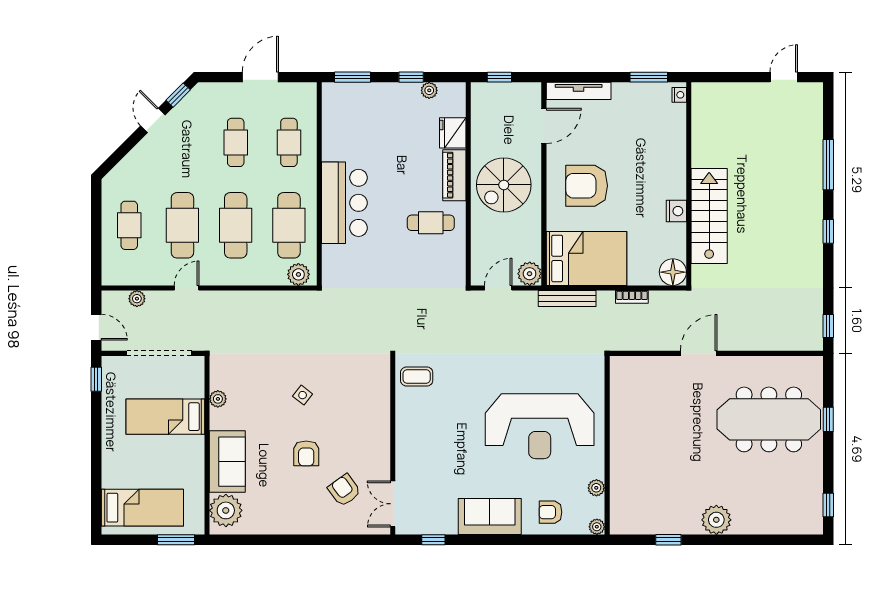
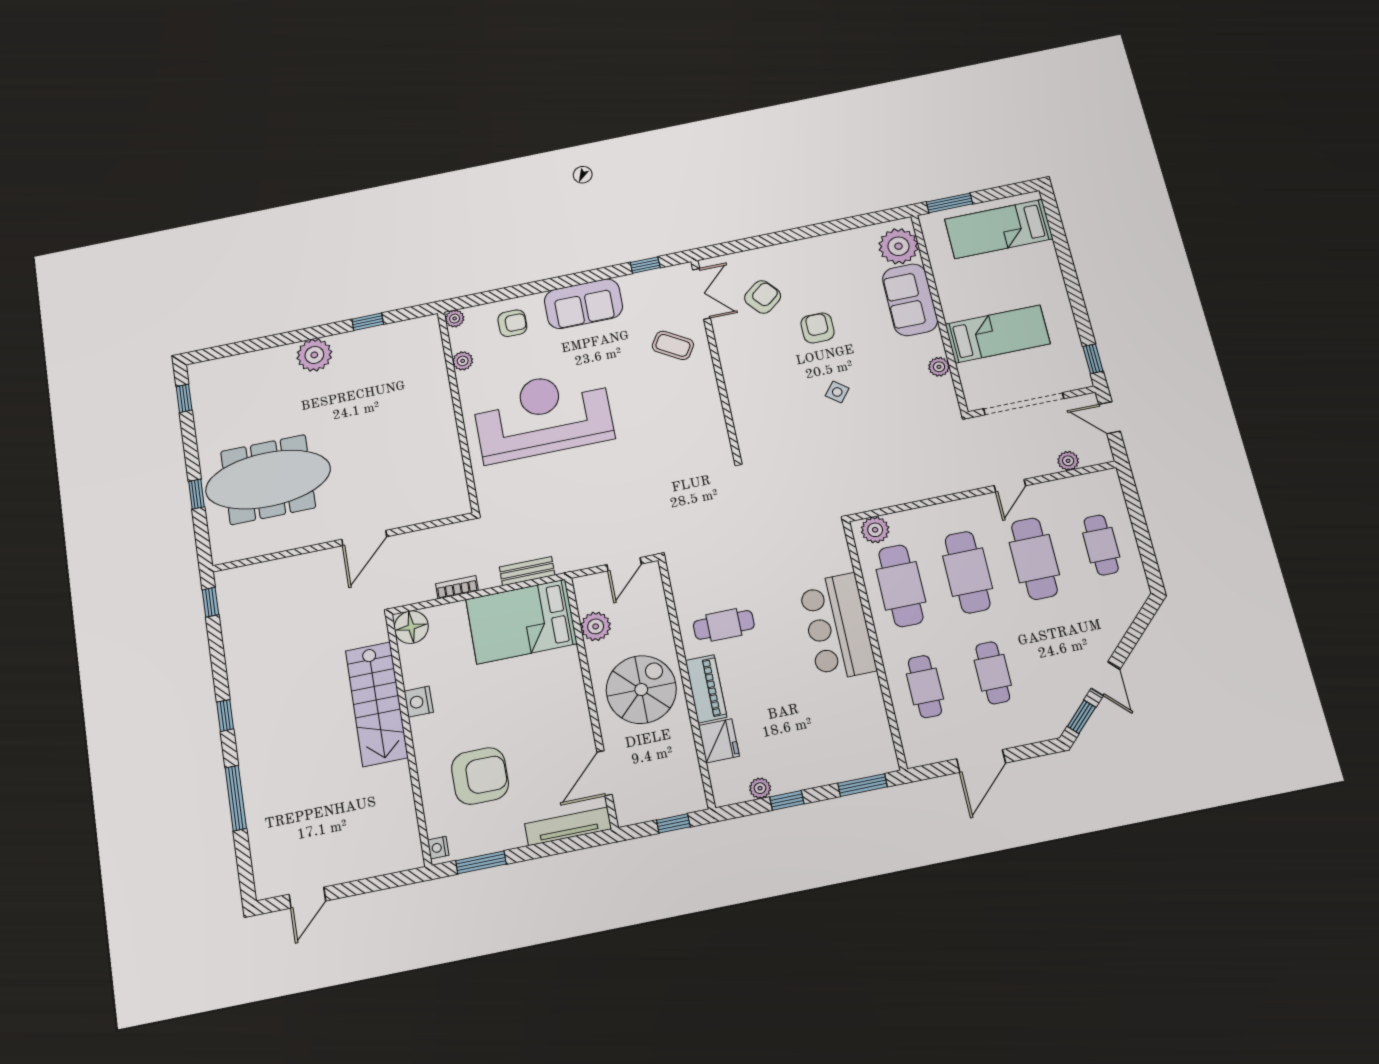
armchair: (587, 186) -> (480, 776), moved
plant: (530, 274) -> (596, 626), moved
bench: (567, 299) -> (527, 571), width x0.73
coffee table: (417, 376) -> (673, 345), moved, turned 31
armchair: (344, 490) -> (763, 297), turned -93

